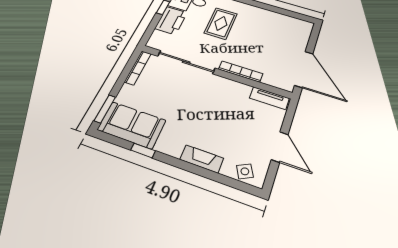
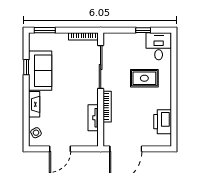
printer: (171, 21) -> (163, 122), moved, turned 90
tv unit: (269, 98) -> (93, 118), moved
sofa: (132, 125) -> (40, 71), moved

